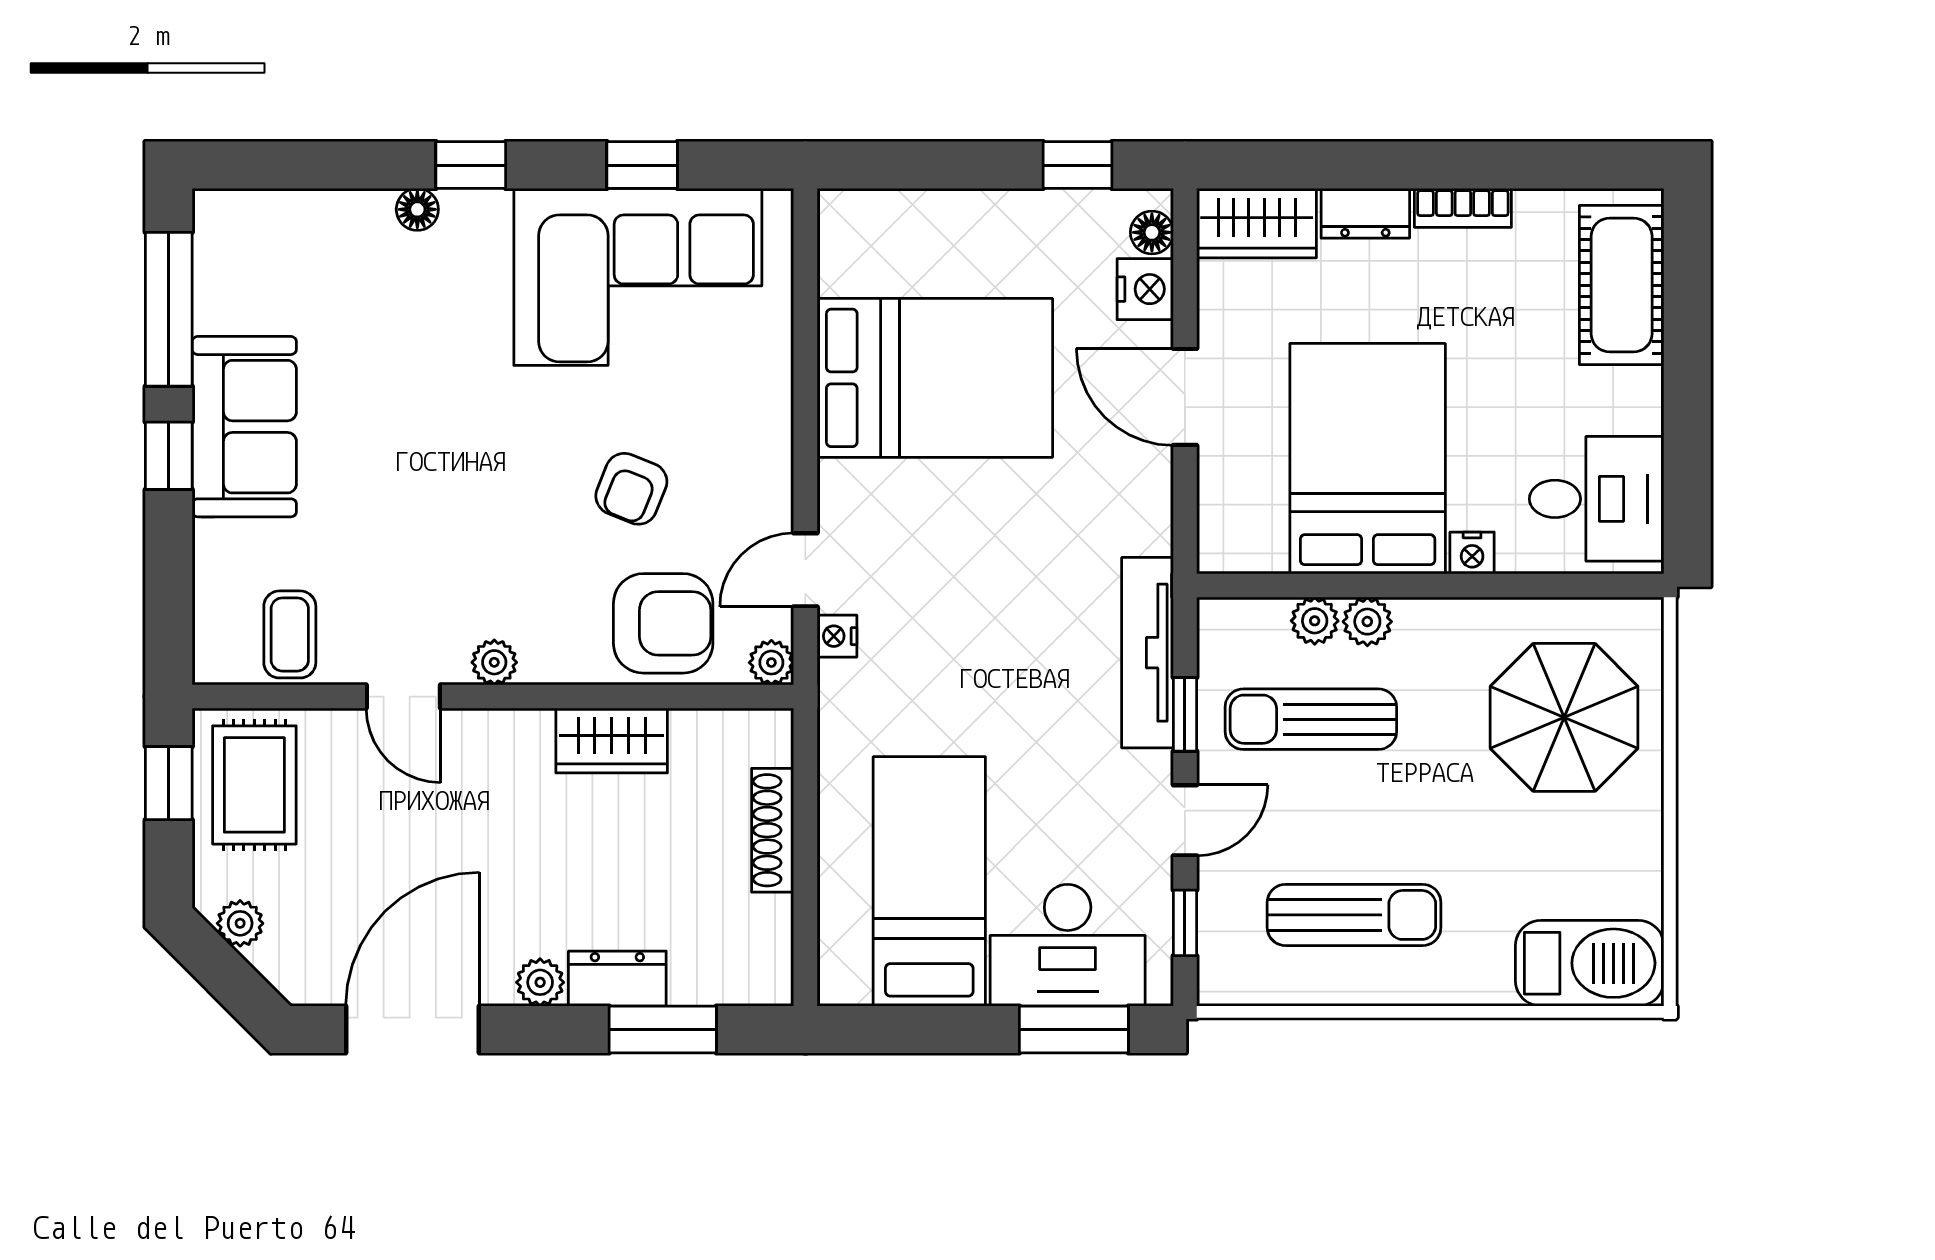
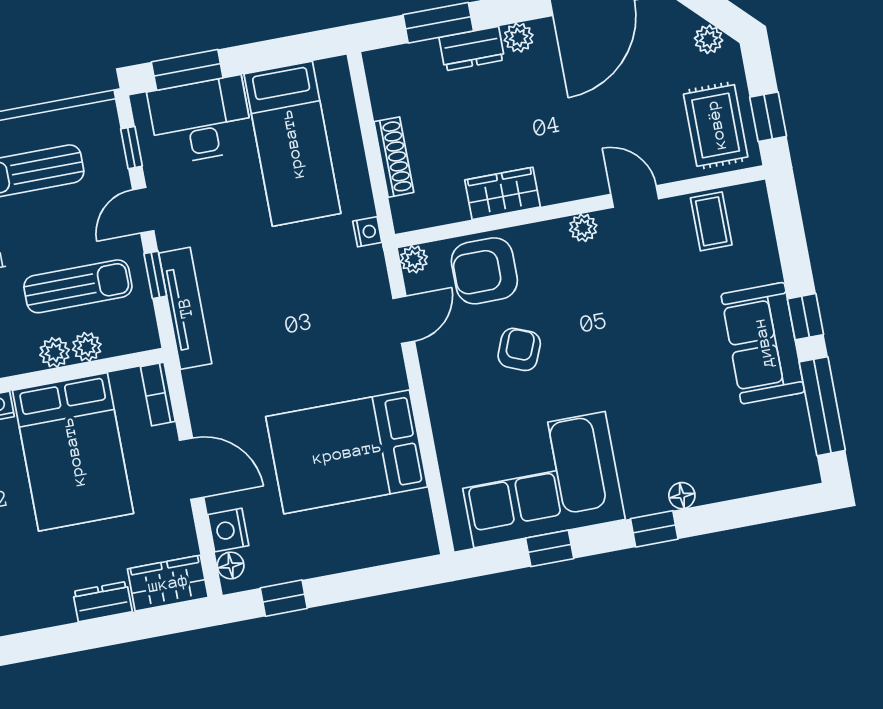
bookcase: (1463, 208) -> (158, 394), moved, turned -90
nightstand: (837, 636) -> (367, 232), moved

